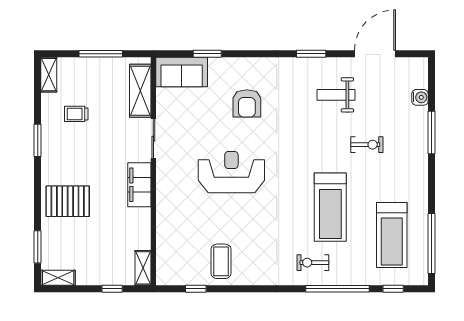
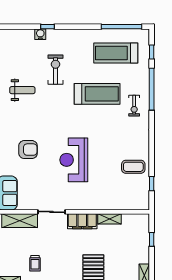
weight bench: (336, 95) -> (22, 90), turned -90
water cooler: (420, 97) -> (40, 34), moved
window: (431, 133) -> (47, 27), width x0.46
exercise bike: (367, 145) -> (56, 70), width x1.38, depth x1.39
treadmill: (392, 235) -> (116, 53), turned 180
shelving: (143, 268) -> (109, 219), moved

